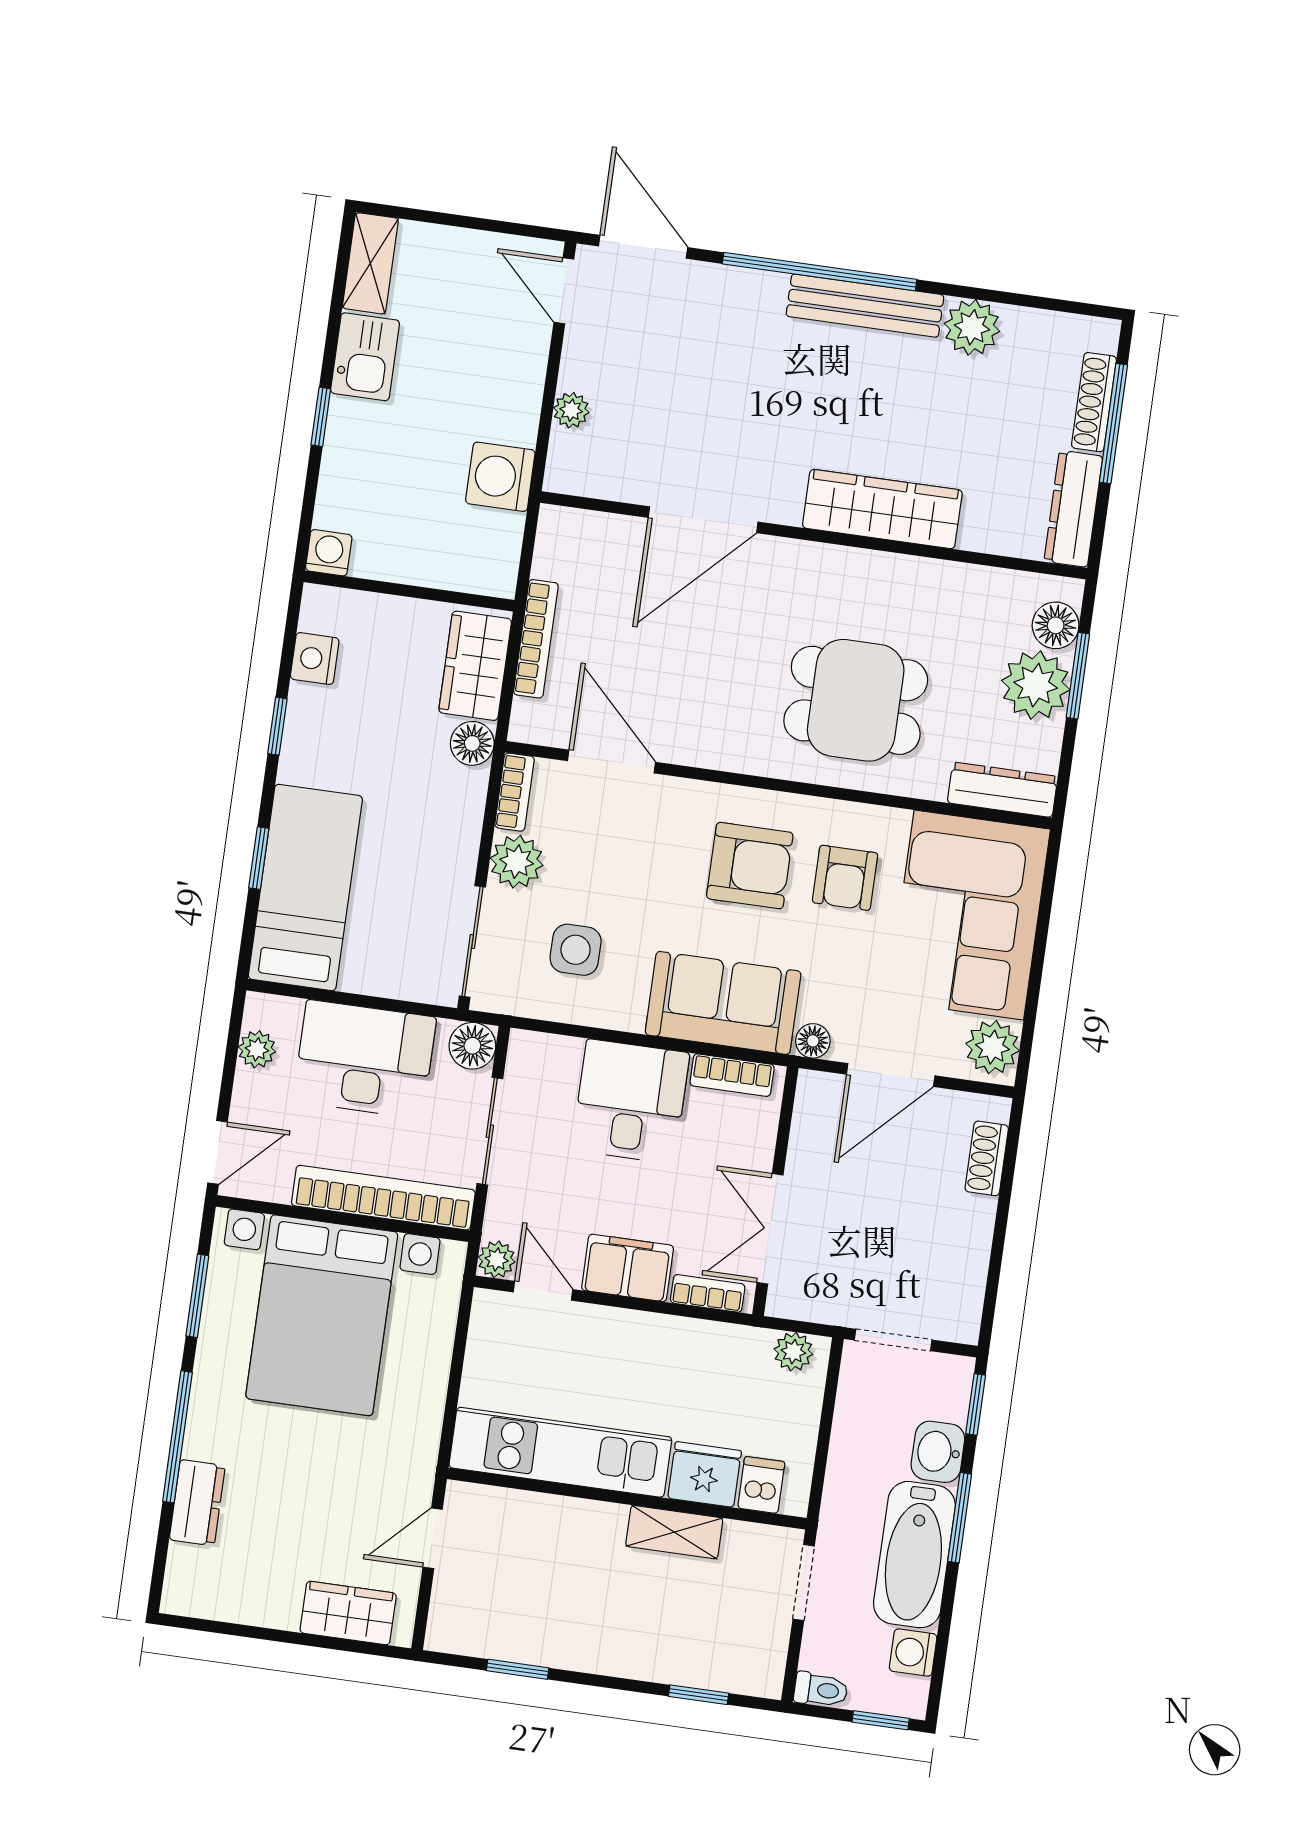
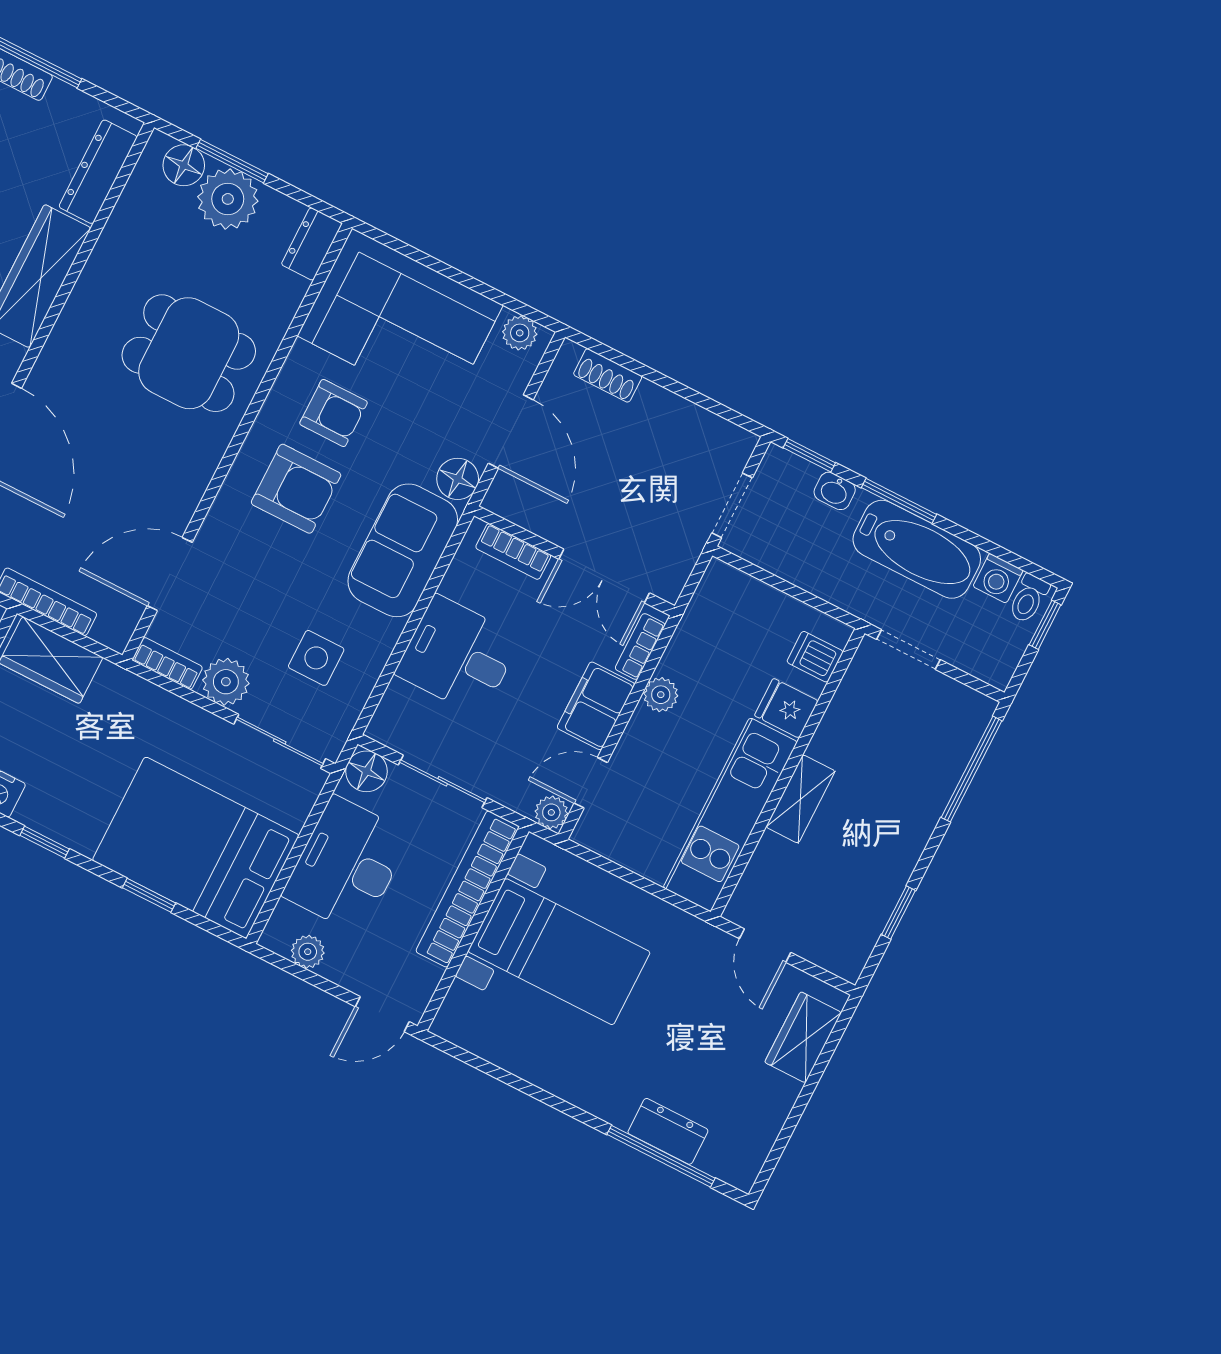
dresser: (1073, 509) -> (98, 172), moved, turned 90
dining table: (856, 700) -> (189, 353), turned 90
floor lamp: (472, 743) -> (115, 685), removed
dresser: (1002, 790) -> (312, 244), width x0.70
armchair: (750, 866) -> (296, 489), turned 90
bed: (305, 887) -> (196, 848), width x1.50
floor lamp: (813, 1041) -> (458, 479), width x1.37, depth x1.37
plant: (993, 1047) -> (520, 333), width x0.73, depth x0.73
bookcase: (732, 1075) -> (513, 552), moved, turned 90
door: (217, 1152) -> (382, 1014), swing flipped
window: (197, 1296) -> (496, 1072), removed
bed with nightstands: (322, 1315) -> (559, 952), width x0.73
plant: (793, 1352) -> (661, 695), moved
window: (177, 1437) -> (661, 1156), moved
washbasin: (938, 1452) -> (835, 491), width x0.72, depth x0.69
fridge: (705, 1474) -> (786, 708), width x0.72
shelving: (674, 1532) -> (801, 799), moved
toilet: (821, 1690) -> (1029, 599), moved, turned 180
window: (699, 1695) -> (972, 769), width x2.17

